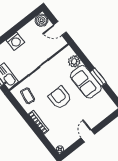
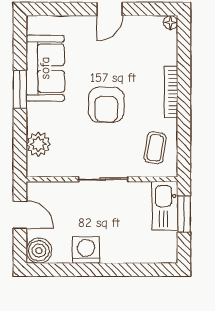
washing machine: (15, 41) -> (86, 250), moved
sofa: (86, 82) -> (45, 68), moved

